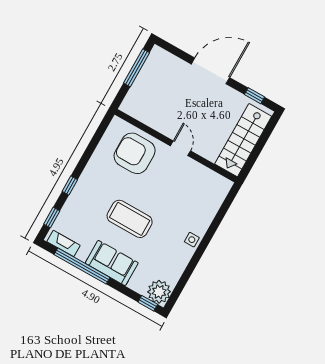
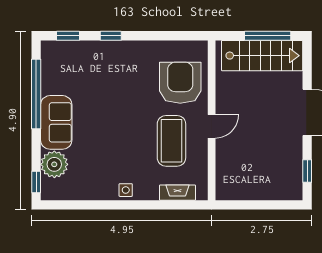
stairs: (243, 140) -> (262, 56), moved, turned 180
coffee table: (130, 219) -> (171, 141), moved
fireplace: (64, 243) -> (177, 193), moved, turned -90
plant: (159, 292) -> (54, 164), moved

